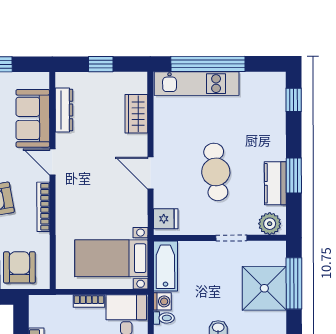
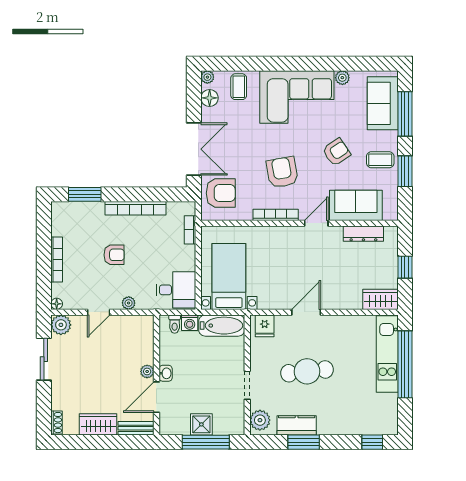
wardrobe: (136, 114) -> (380, 299), moved
shower: (264, 288) -> (201, 424), width x0.54, depth x0.54
bookcase: (89, 301) -> (190, 230), moved

